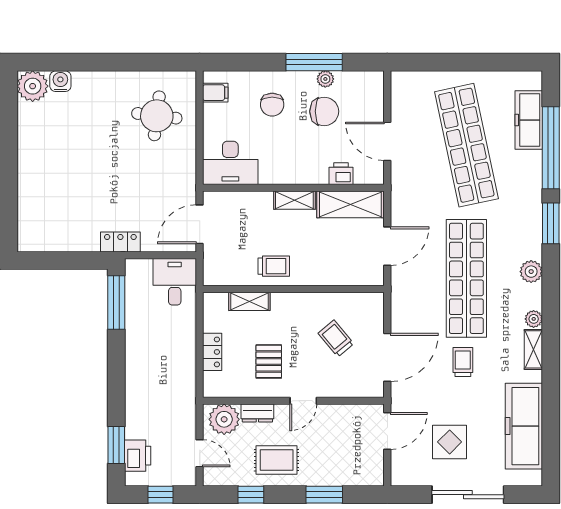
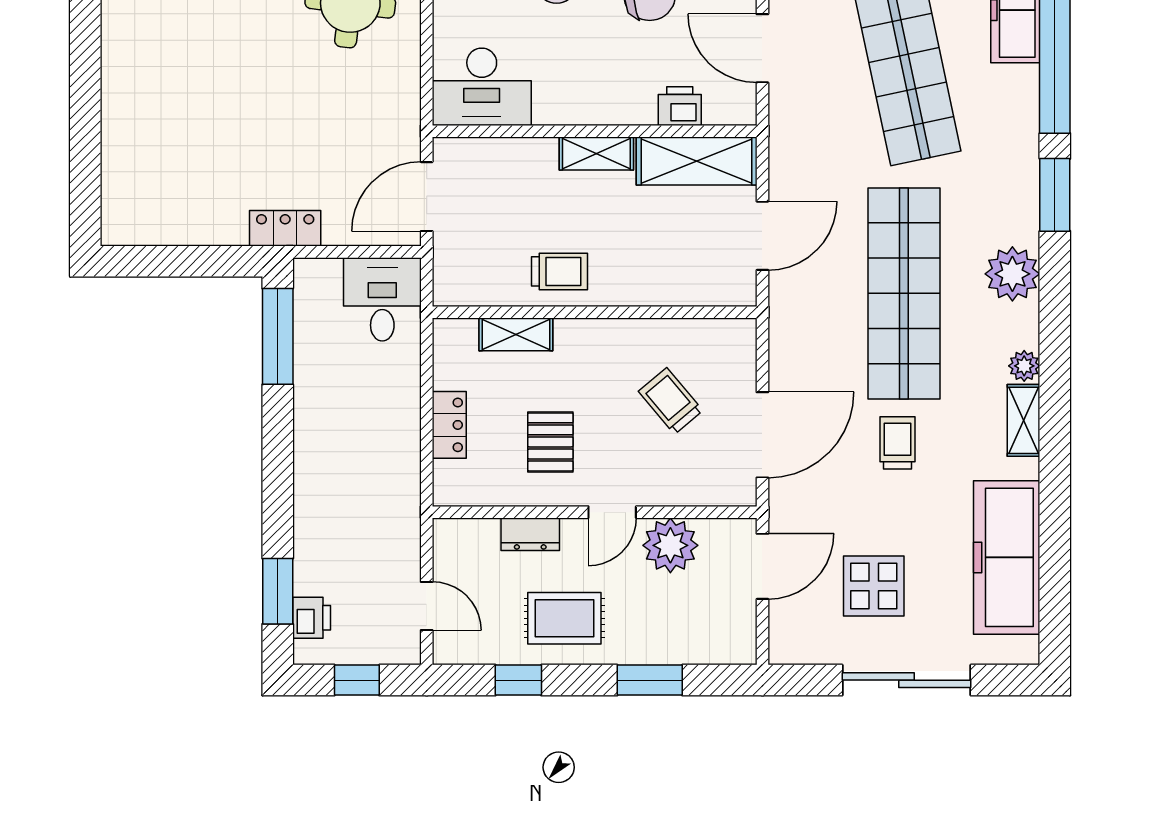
plant: (531, 272) -> (1012, 274), width x1.36, depth x1.36
plant: (224, 419) -> (670, 545), moved
printer: (138, 456) -> (312, 618), width x0.73, depth x0.81

